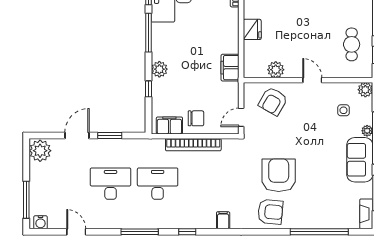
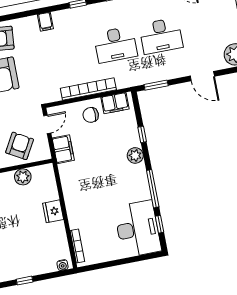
filing cabinet: (230, 68) -> (63, 149), moved
door: (77, 135) -> (202, 76), hinge flipped
window: (110, 135) -> (156, 85), moved

